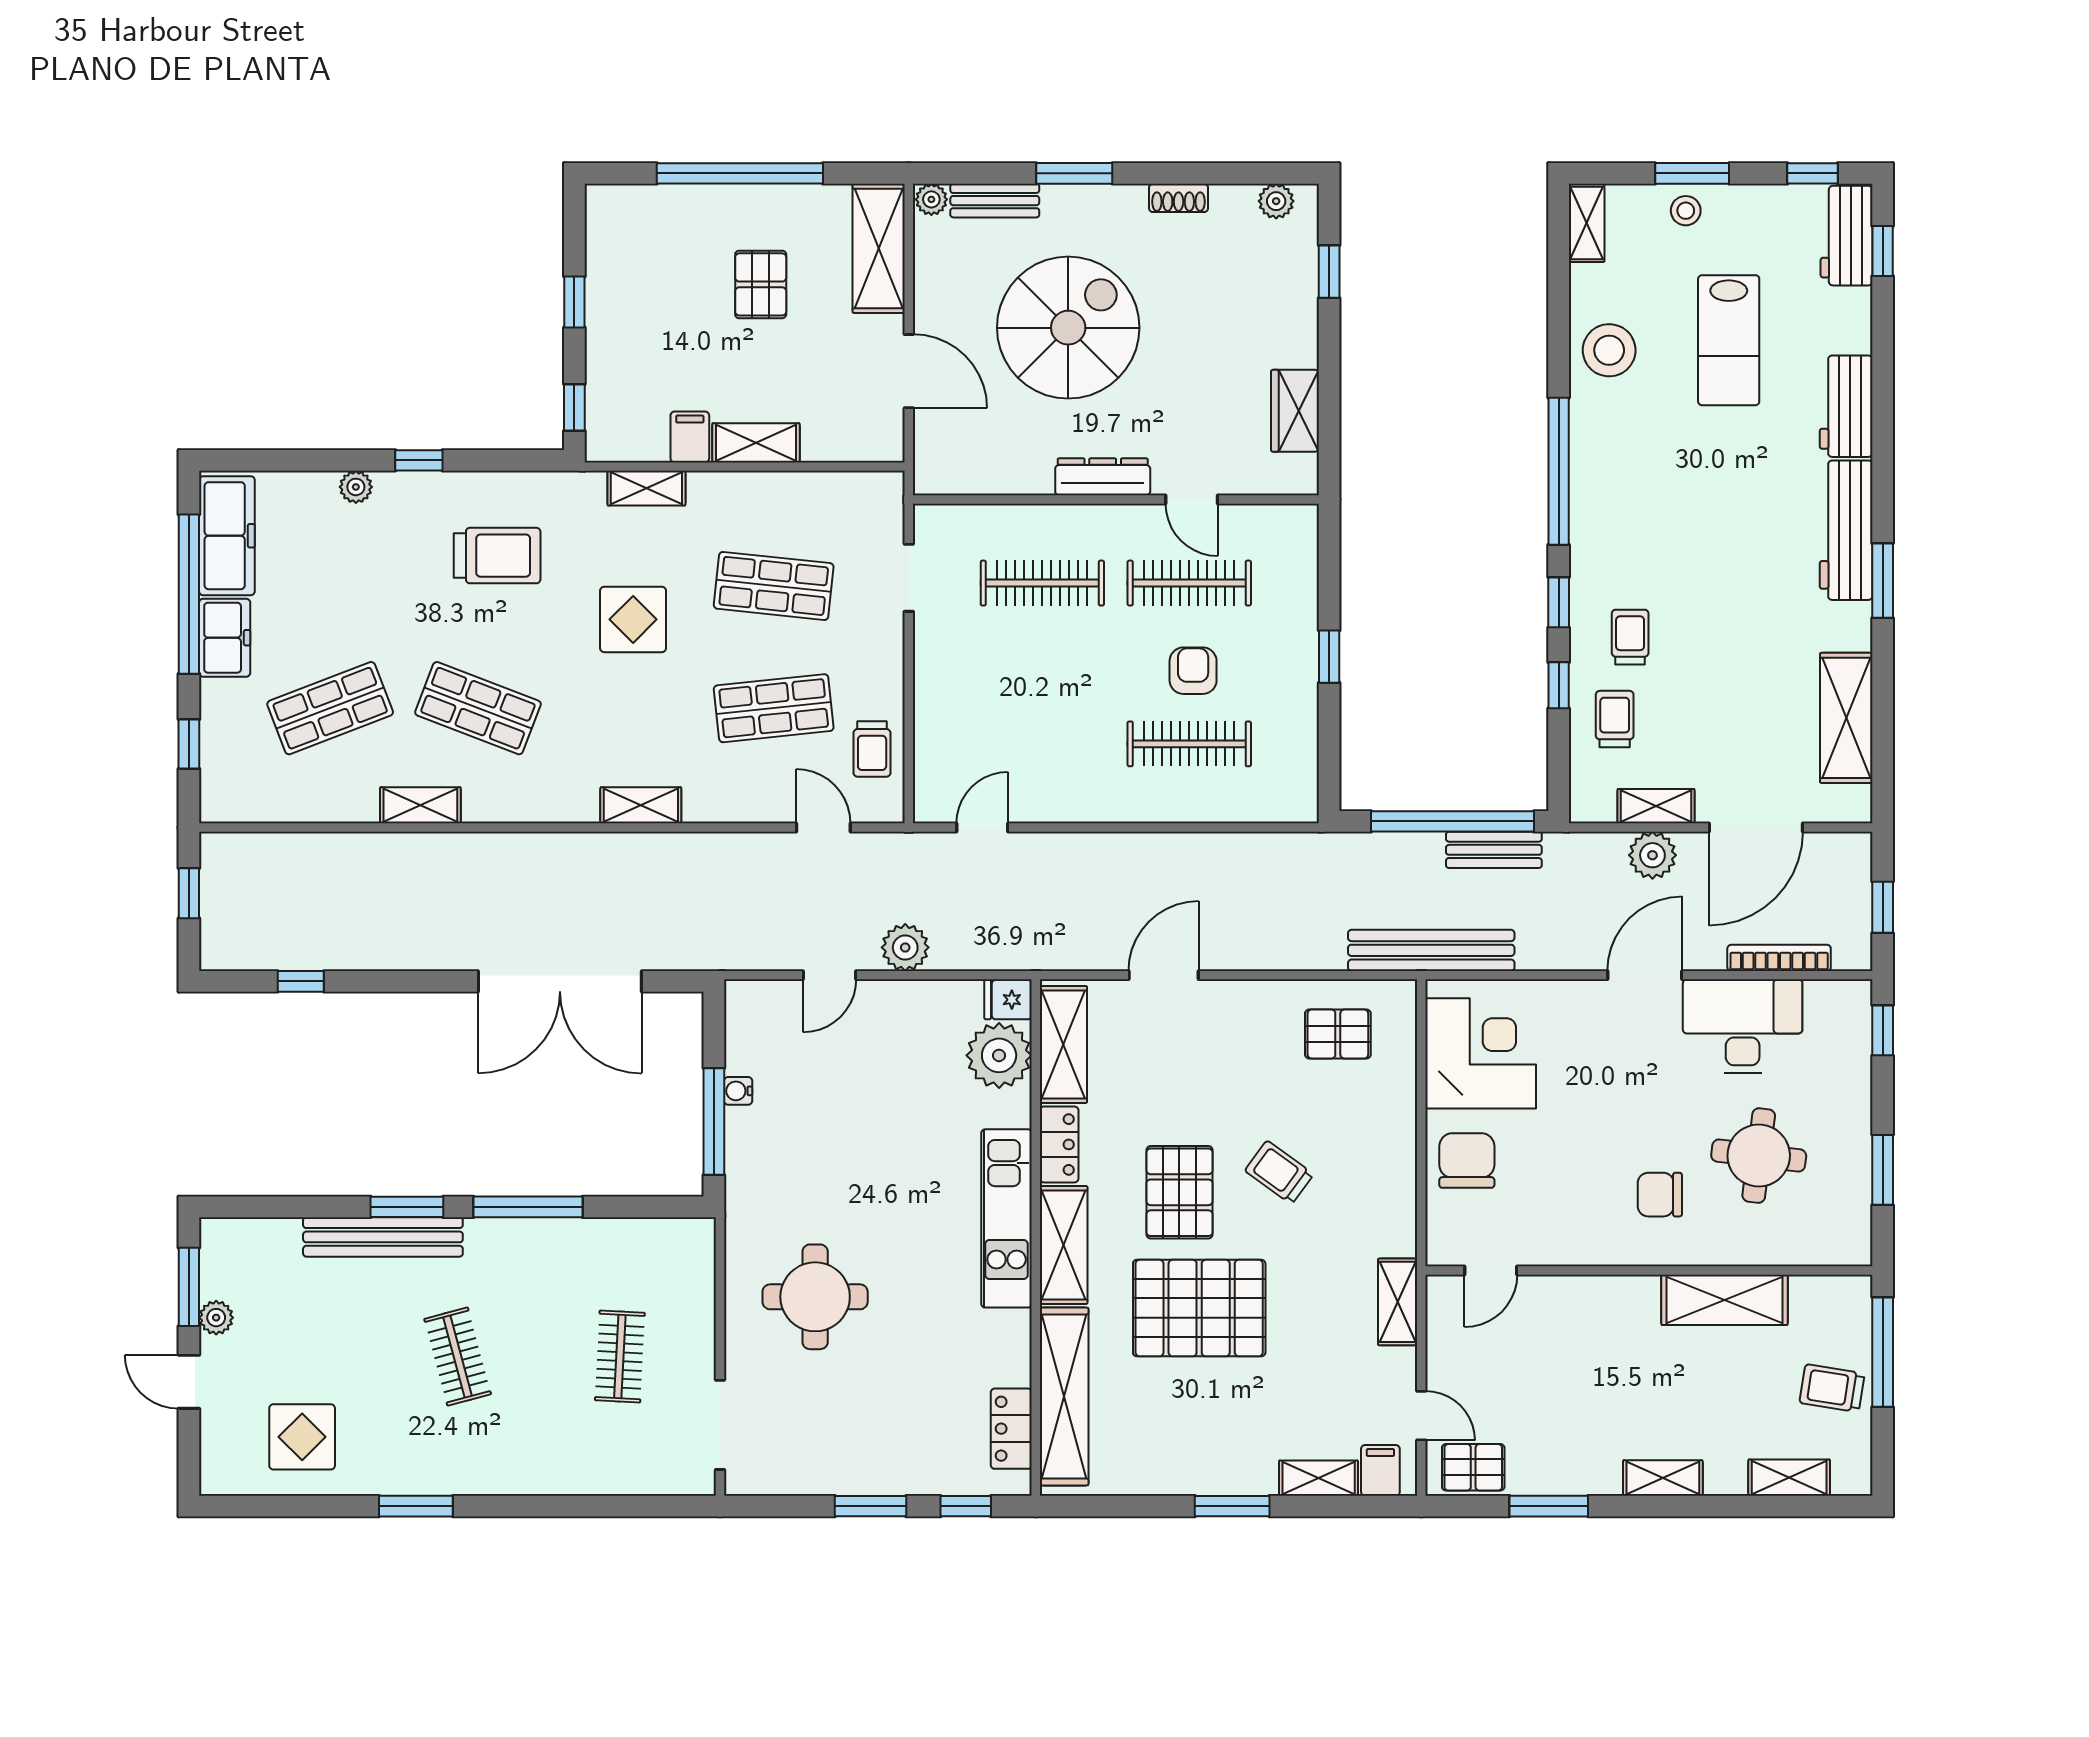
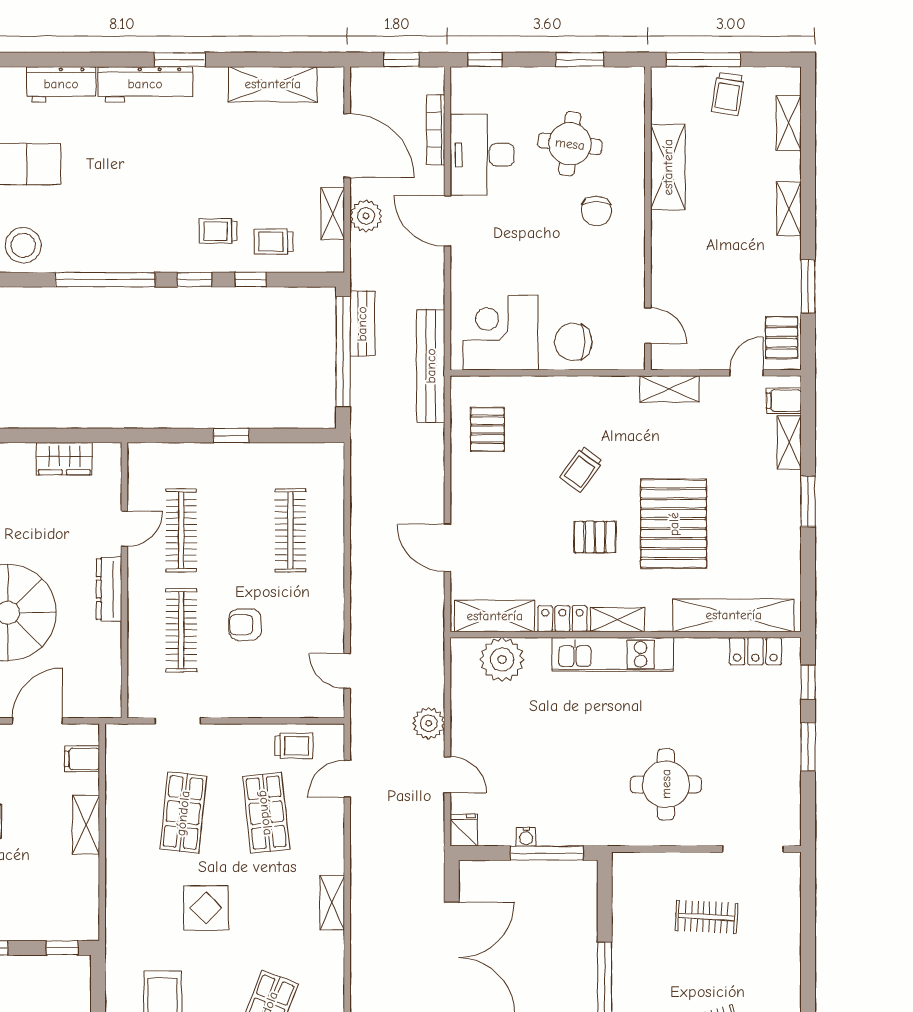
filing cabinet: (690, 437) -> (82, 759), moved
shelving: (646, 488) -> (117, 899), removed
armchair: (1193, 671) -> (245, 625), moved
fridge: (1008, 1000) -> (464, 830), moved, turned 180
pallet: (1179, 1192) -> (595, 537), width x0.67, depth x0.71
shelving: (1064, 1245) -> (617, 620), width x0.67, depth x0.75

